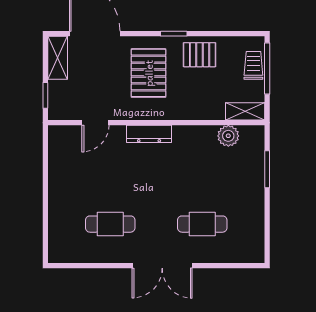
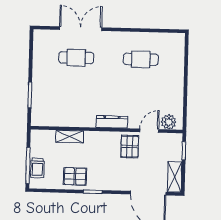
pallet: (149, 73) -> (130, 147), moved, width x0.67, depth x0.71
shelving: (245, 111) -> (70, 137), moved
plant: (228, 136) -> (169, 122), moved
double door: (162, 266) -> (80, 29), moved

